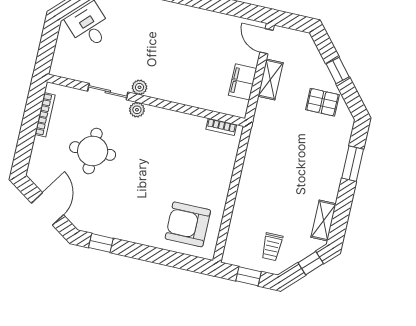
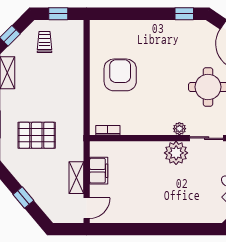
door: (267, 41) -> (87, 208), hinge flipped
plant: (139, 87) -> (176, 153), width x1.87, depth x1.87
pallet: (322, 102) -> (37, 135), moved, width x1.50, depth x1.42
armchair: (188, 224) -> (120, 75), moved, turned -90

